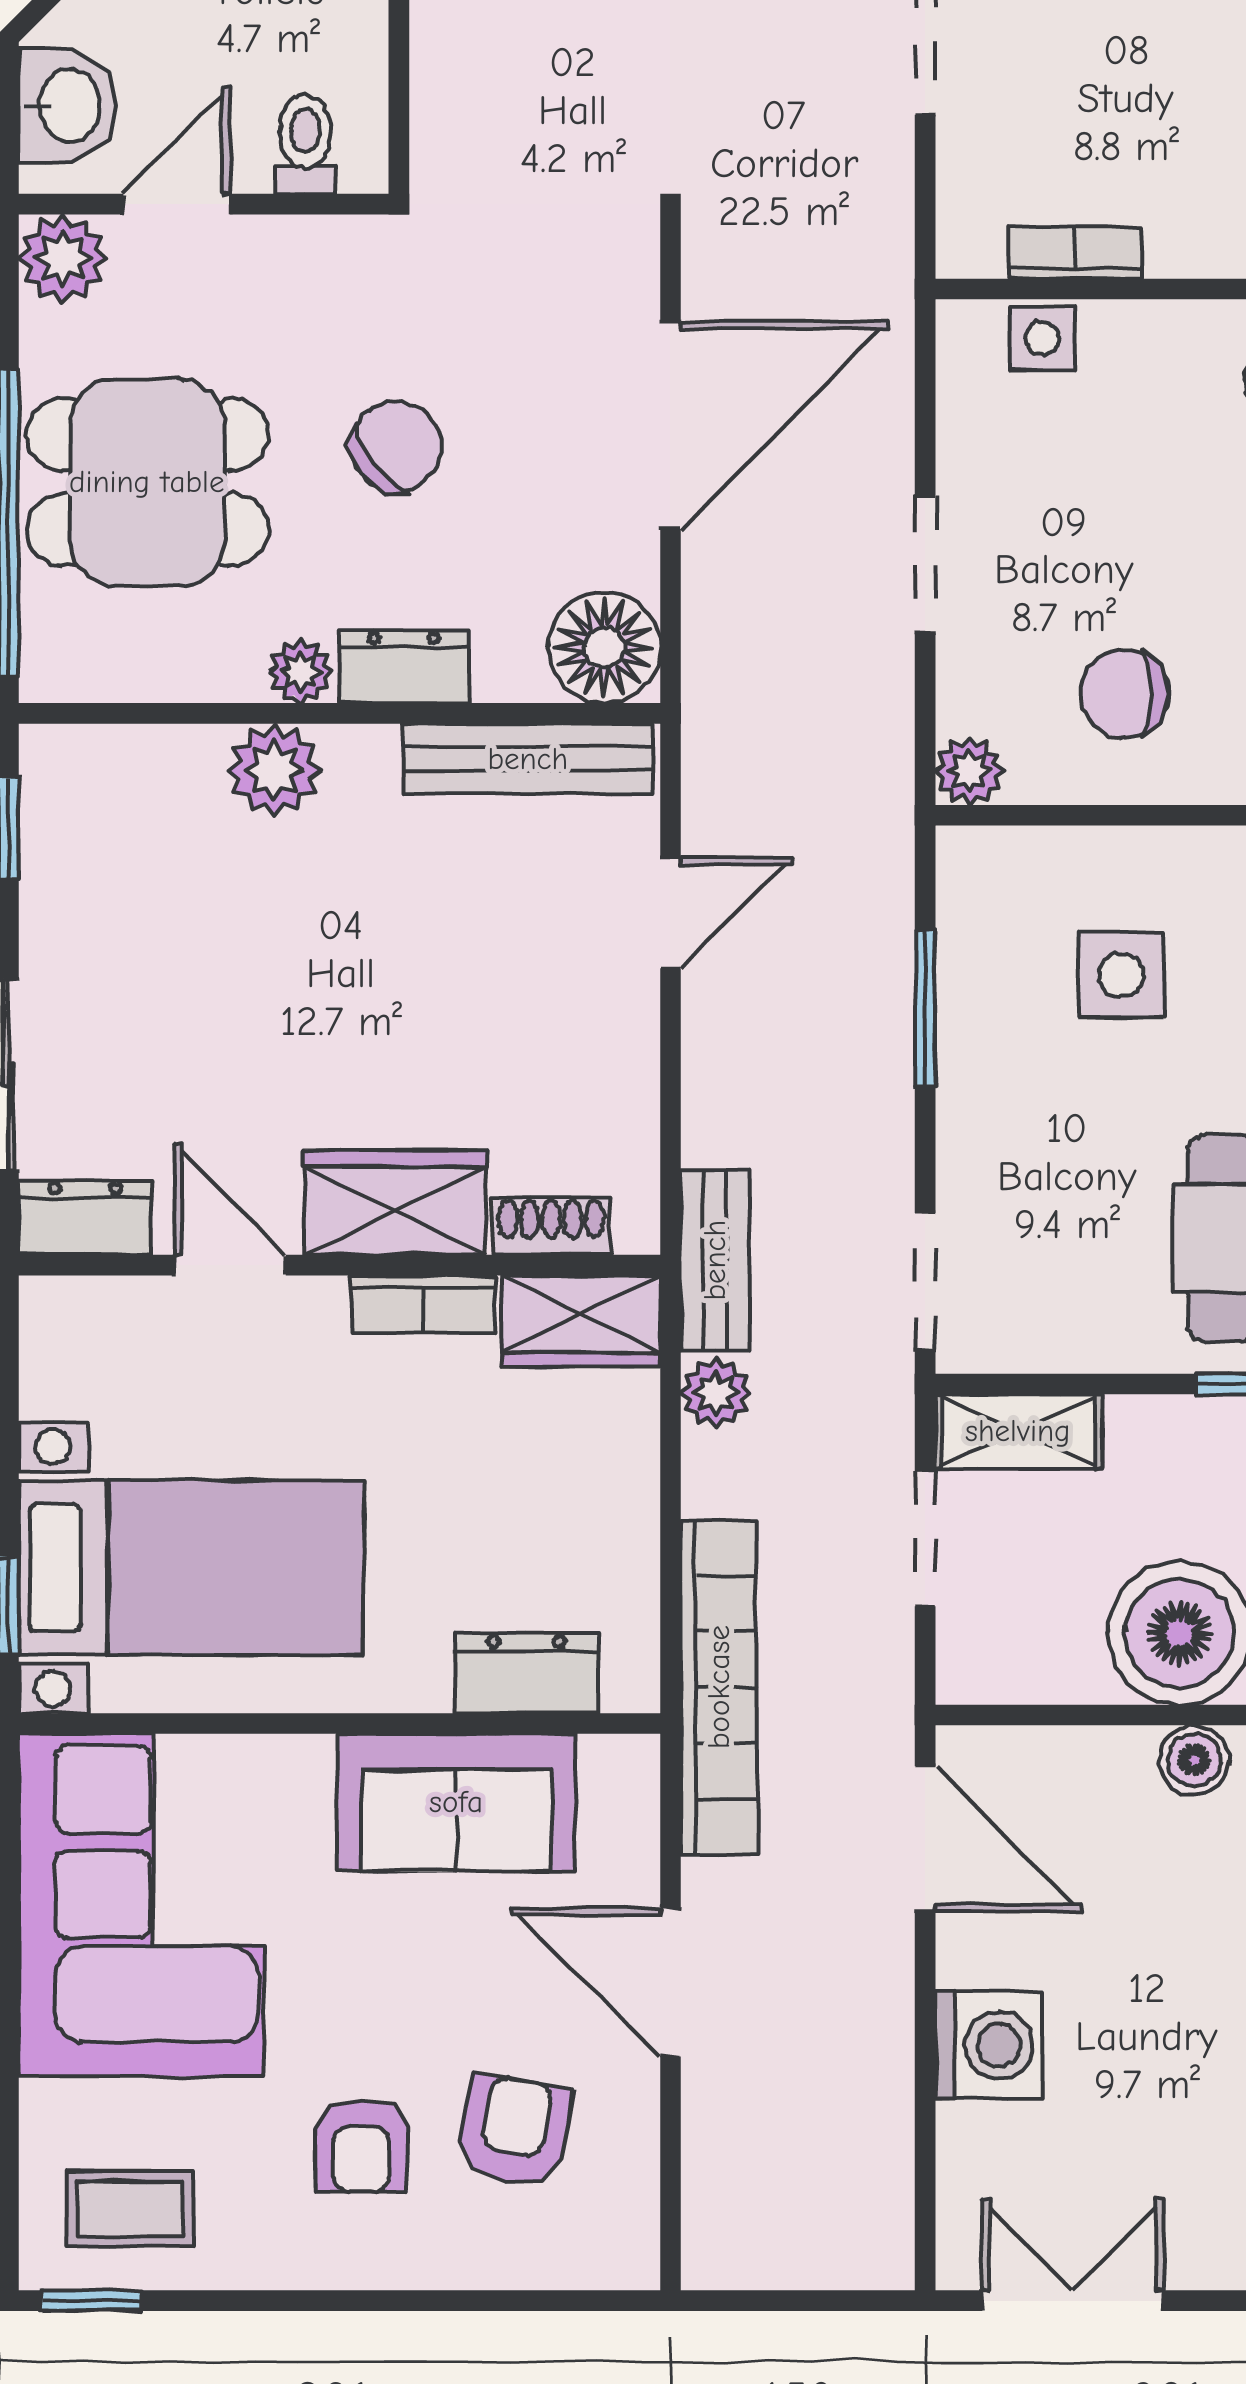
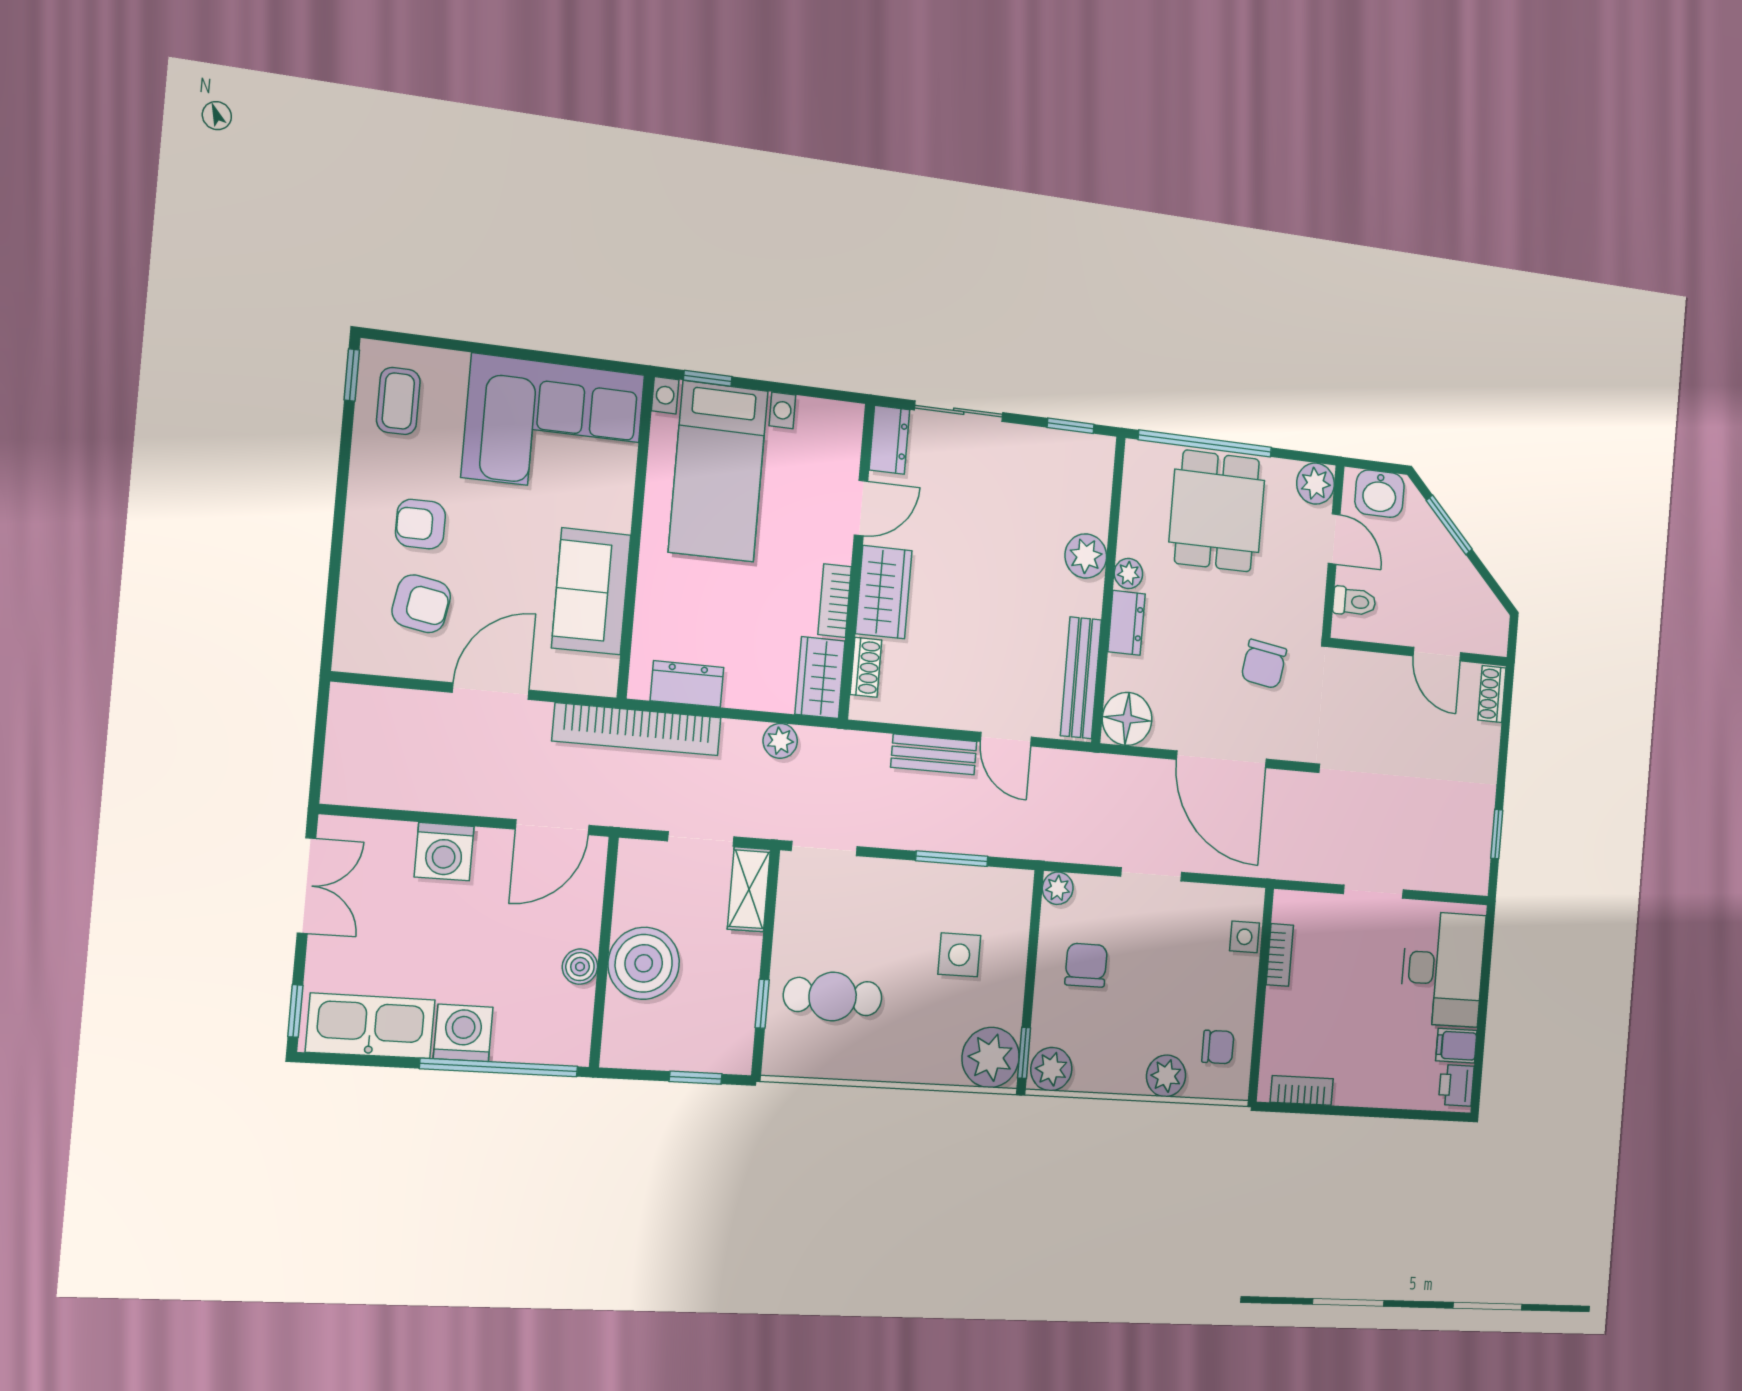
chair: (396, 447) -> (1264, 664), moved, turned 47
bench: (715, 1260) -> (934, 754), moved
dresser: (526, 1673) -> (687, 684), moved, turned -90

